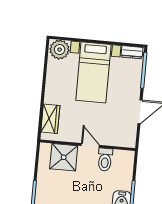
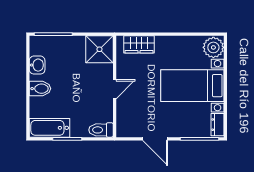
shower: (64, 157) -> (99, 49), moved
toilet: (105, 160) -> (101, 130), moved

